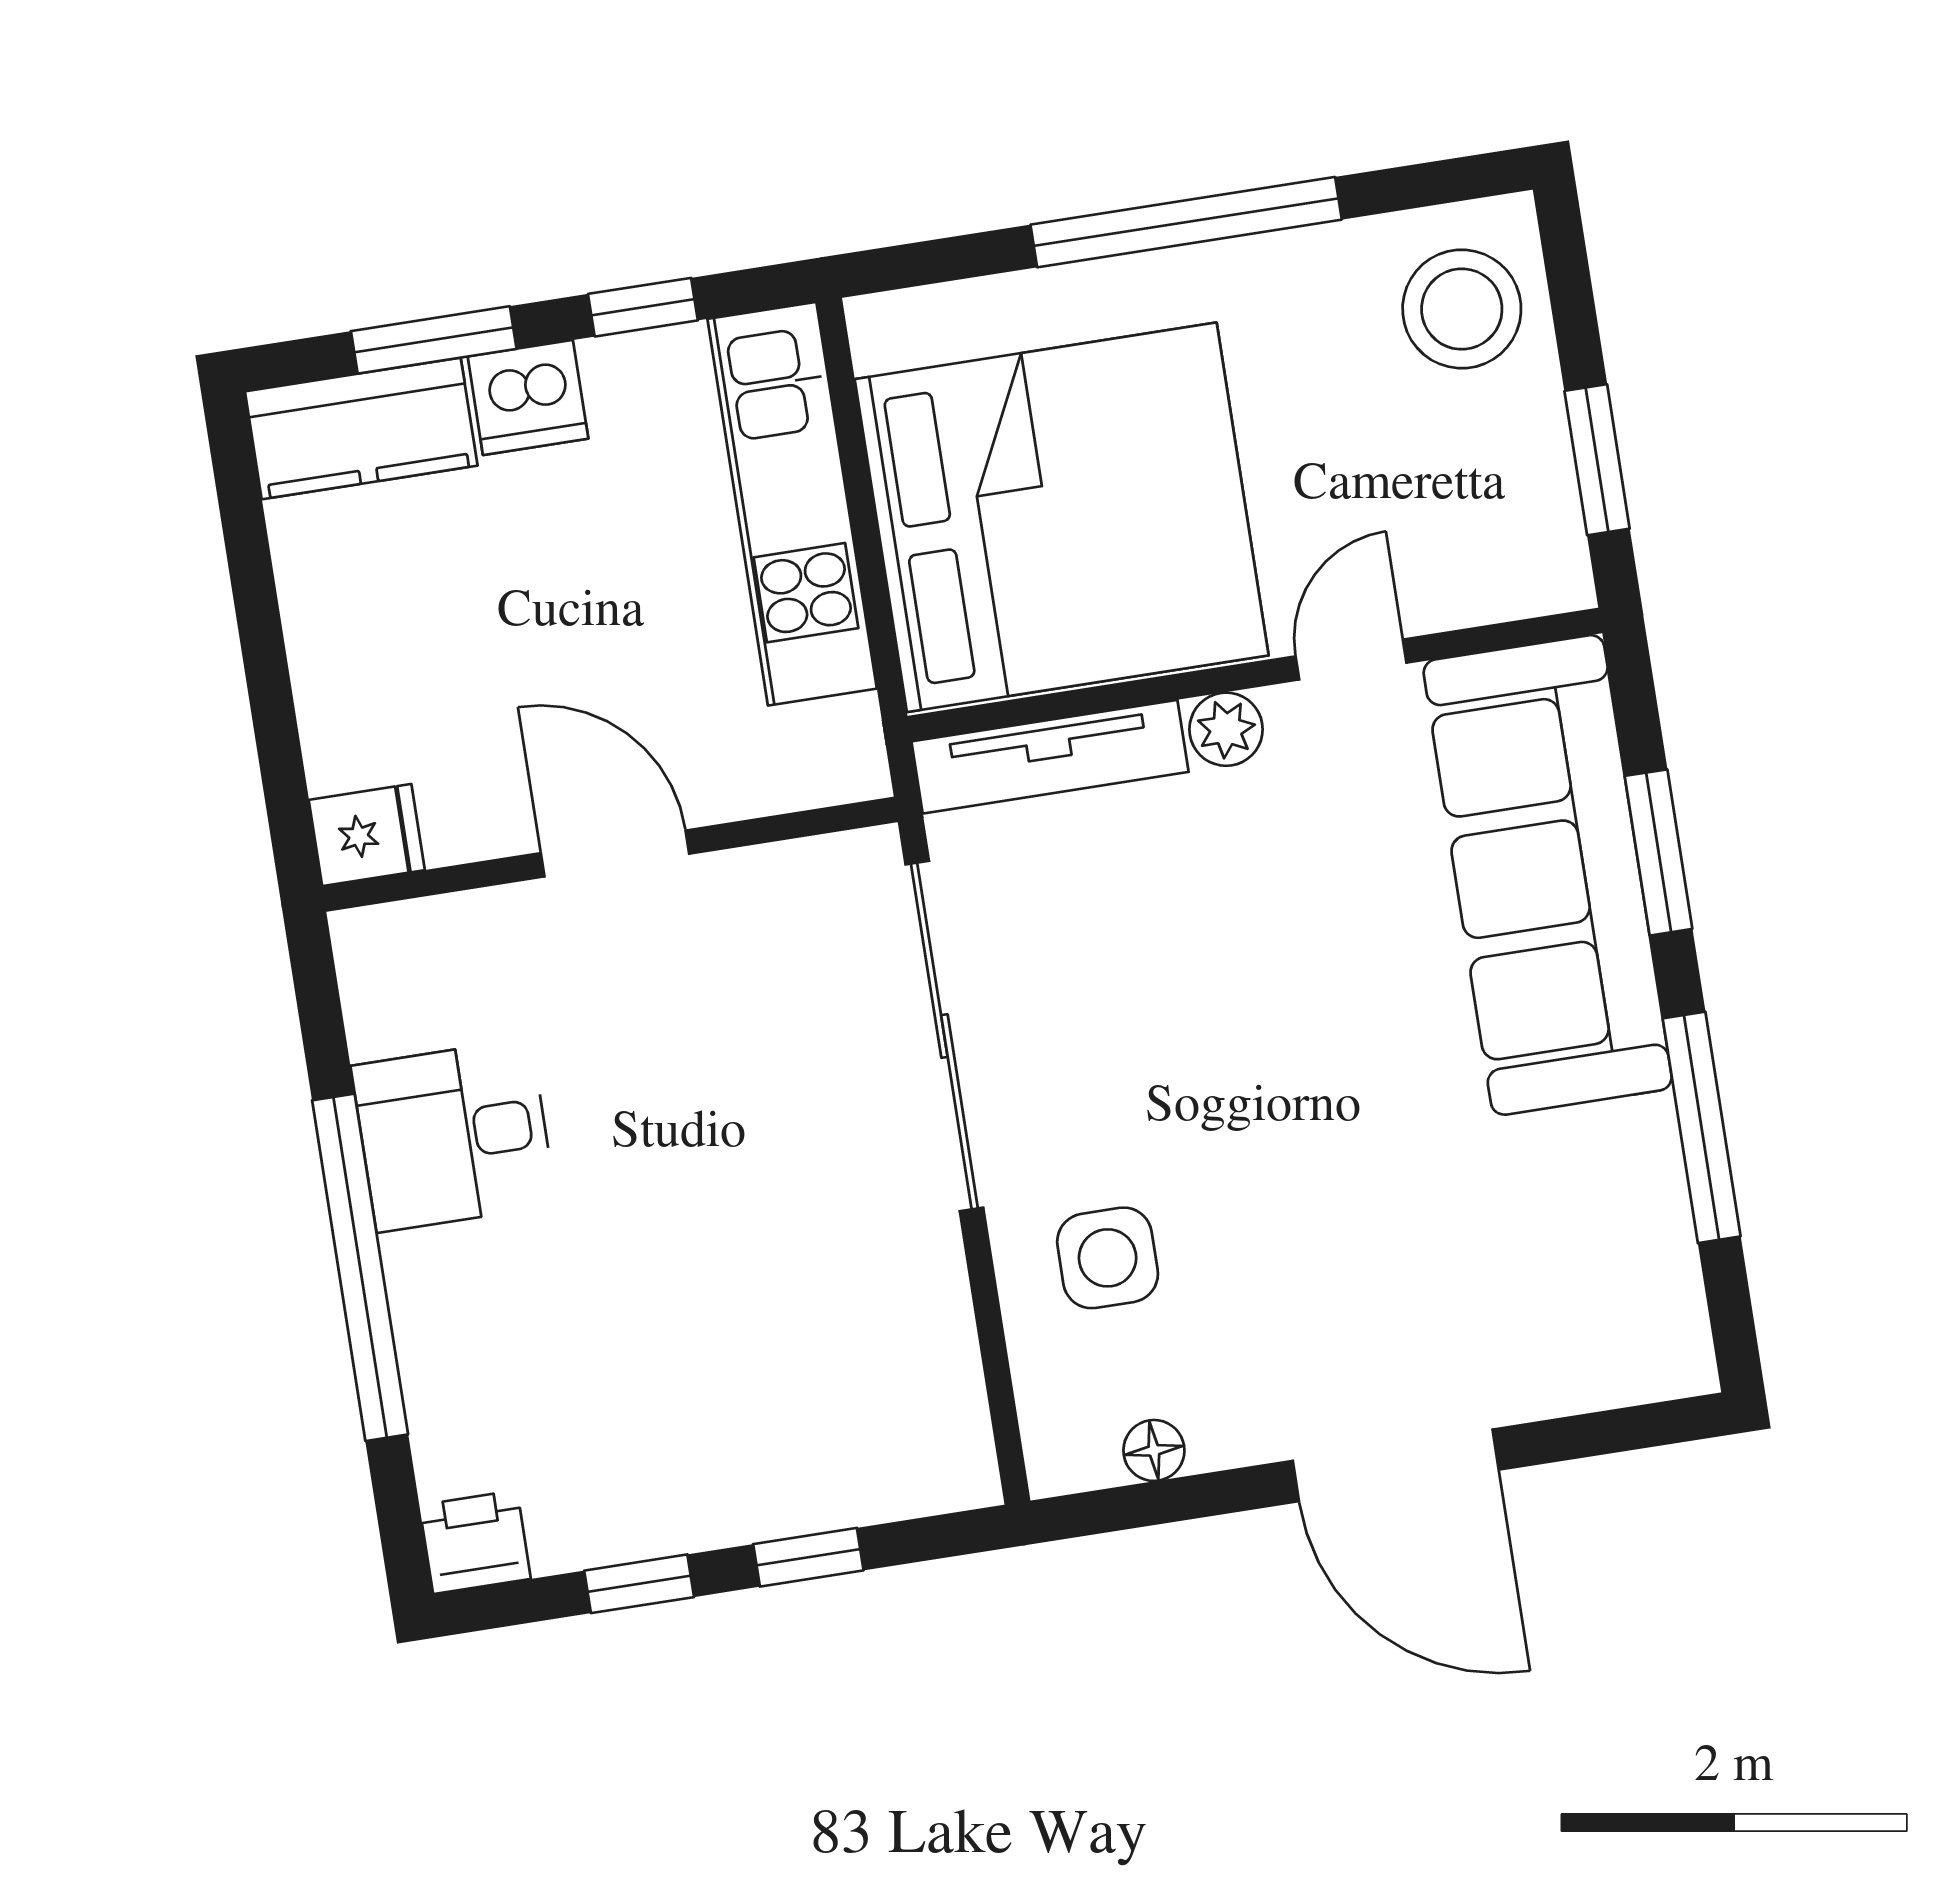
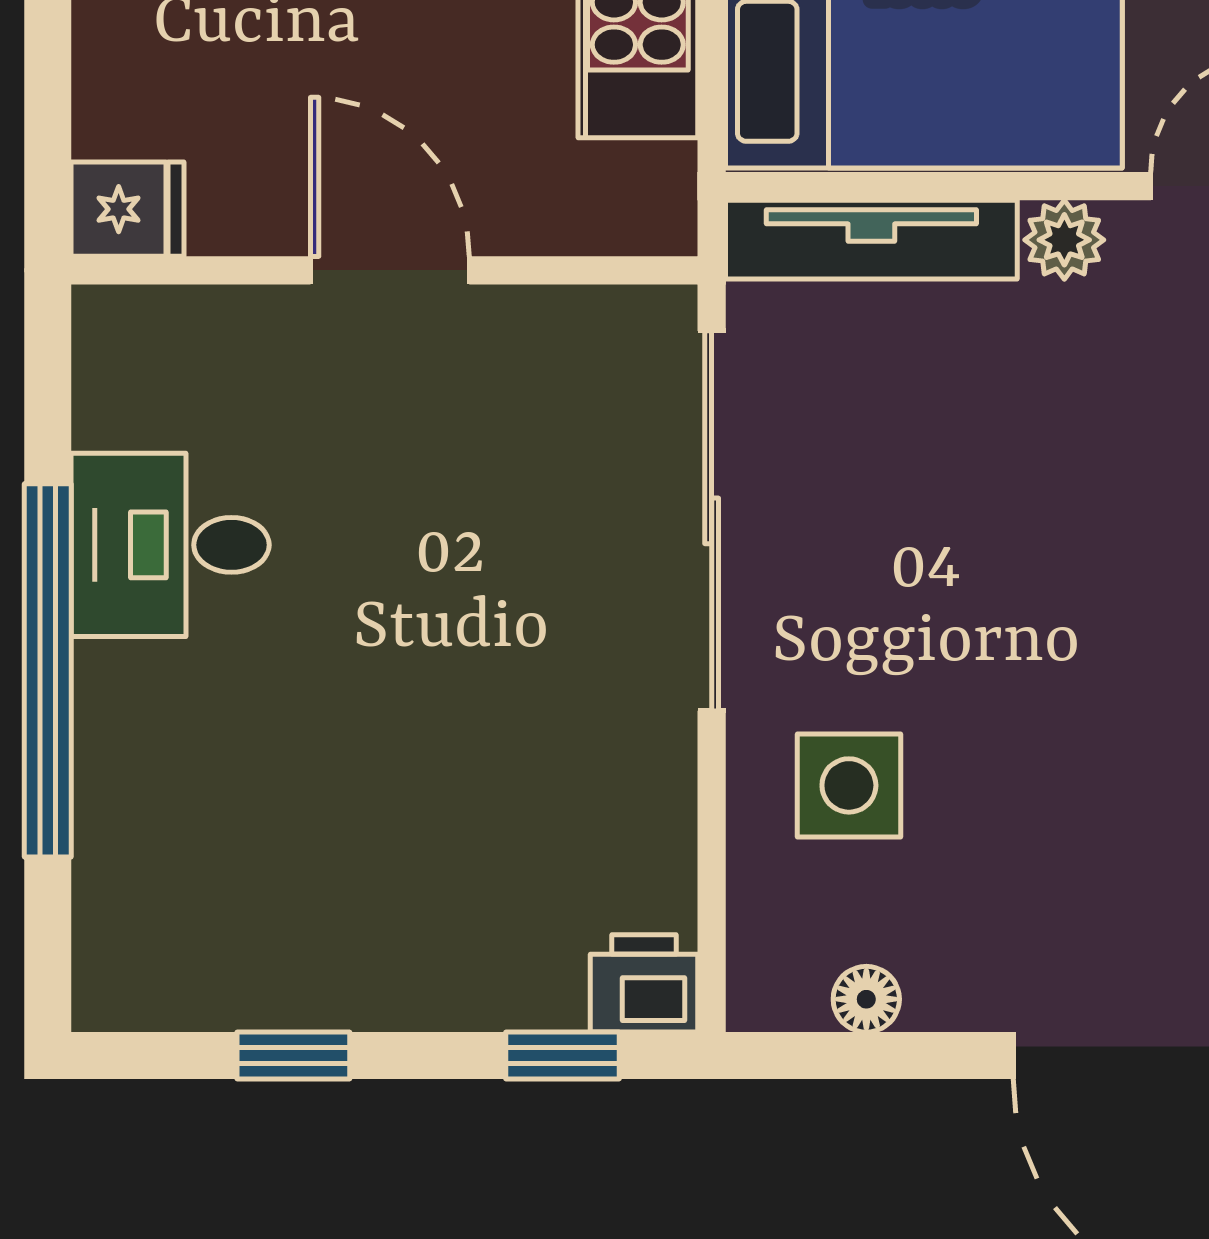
printer: (475, 1542) -> (644, 983), moved
window: (808, 1557) -> (562, 1056), moved

